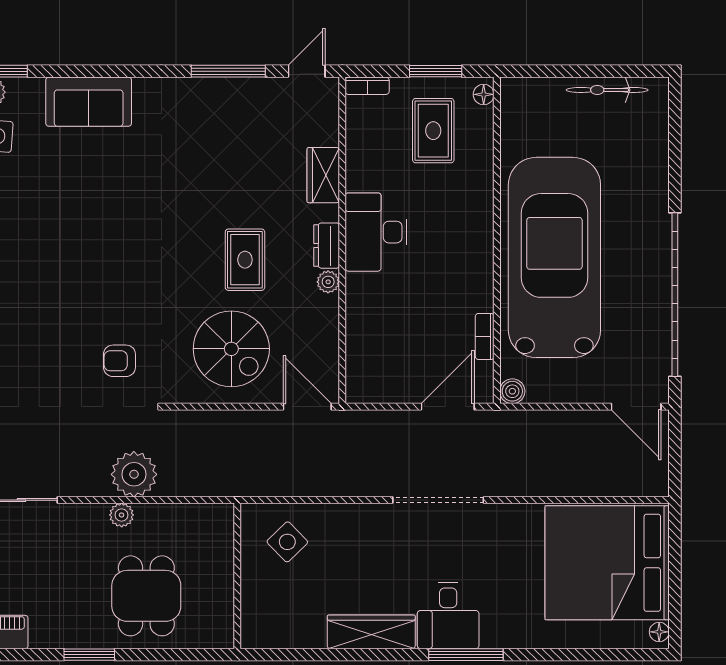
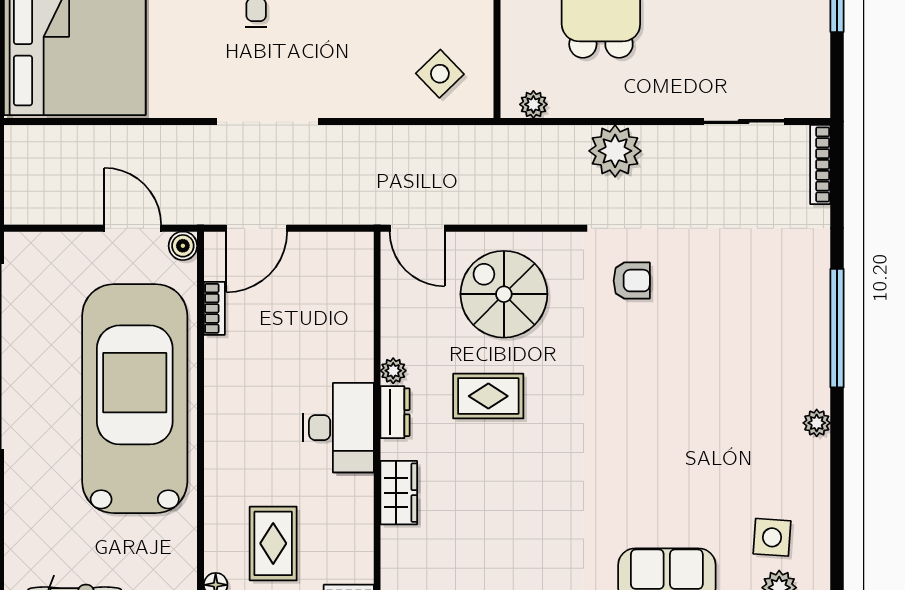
car: (554, 257) -> (135, 399), turned 180
rug: (245, 260) -> (488, 396), turned 90
door: (636, 407) -> (133, 228), moved
plant: (122, 515) -> (533, 104), moved

